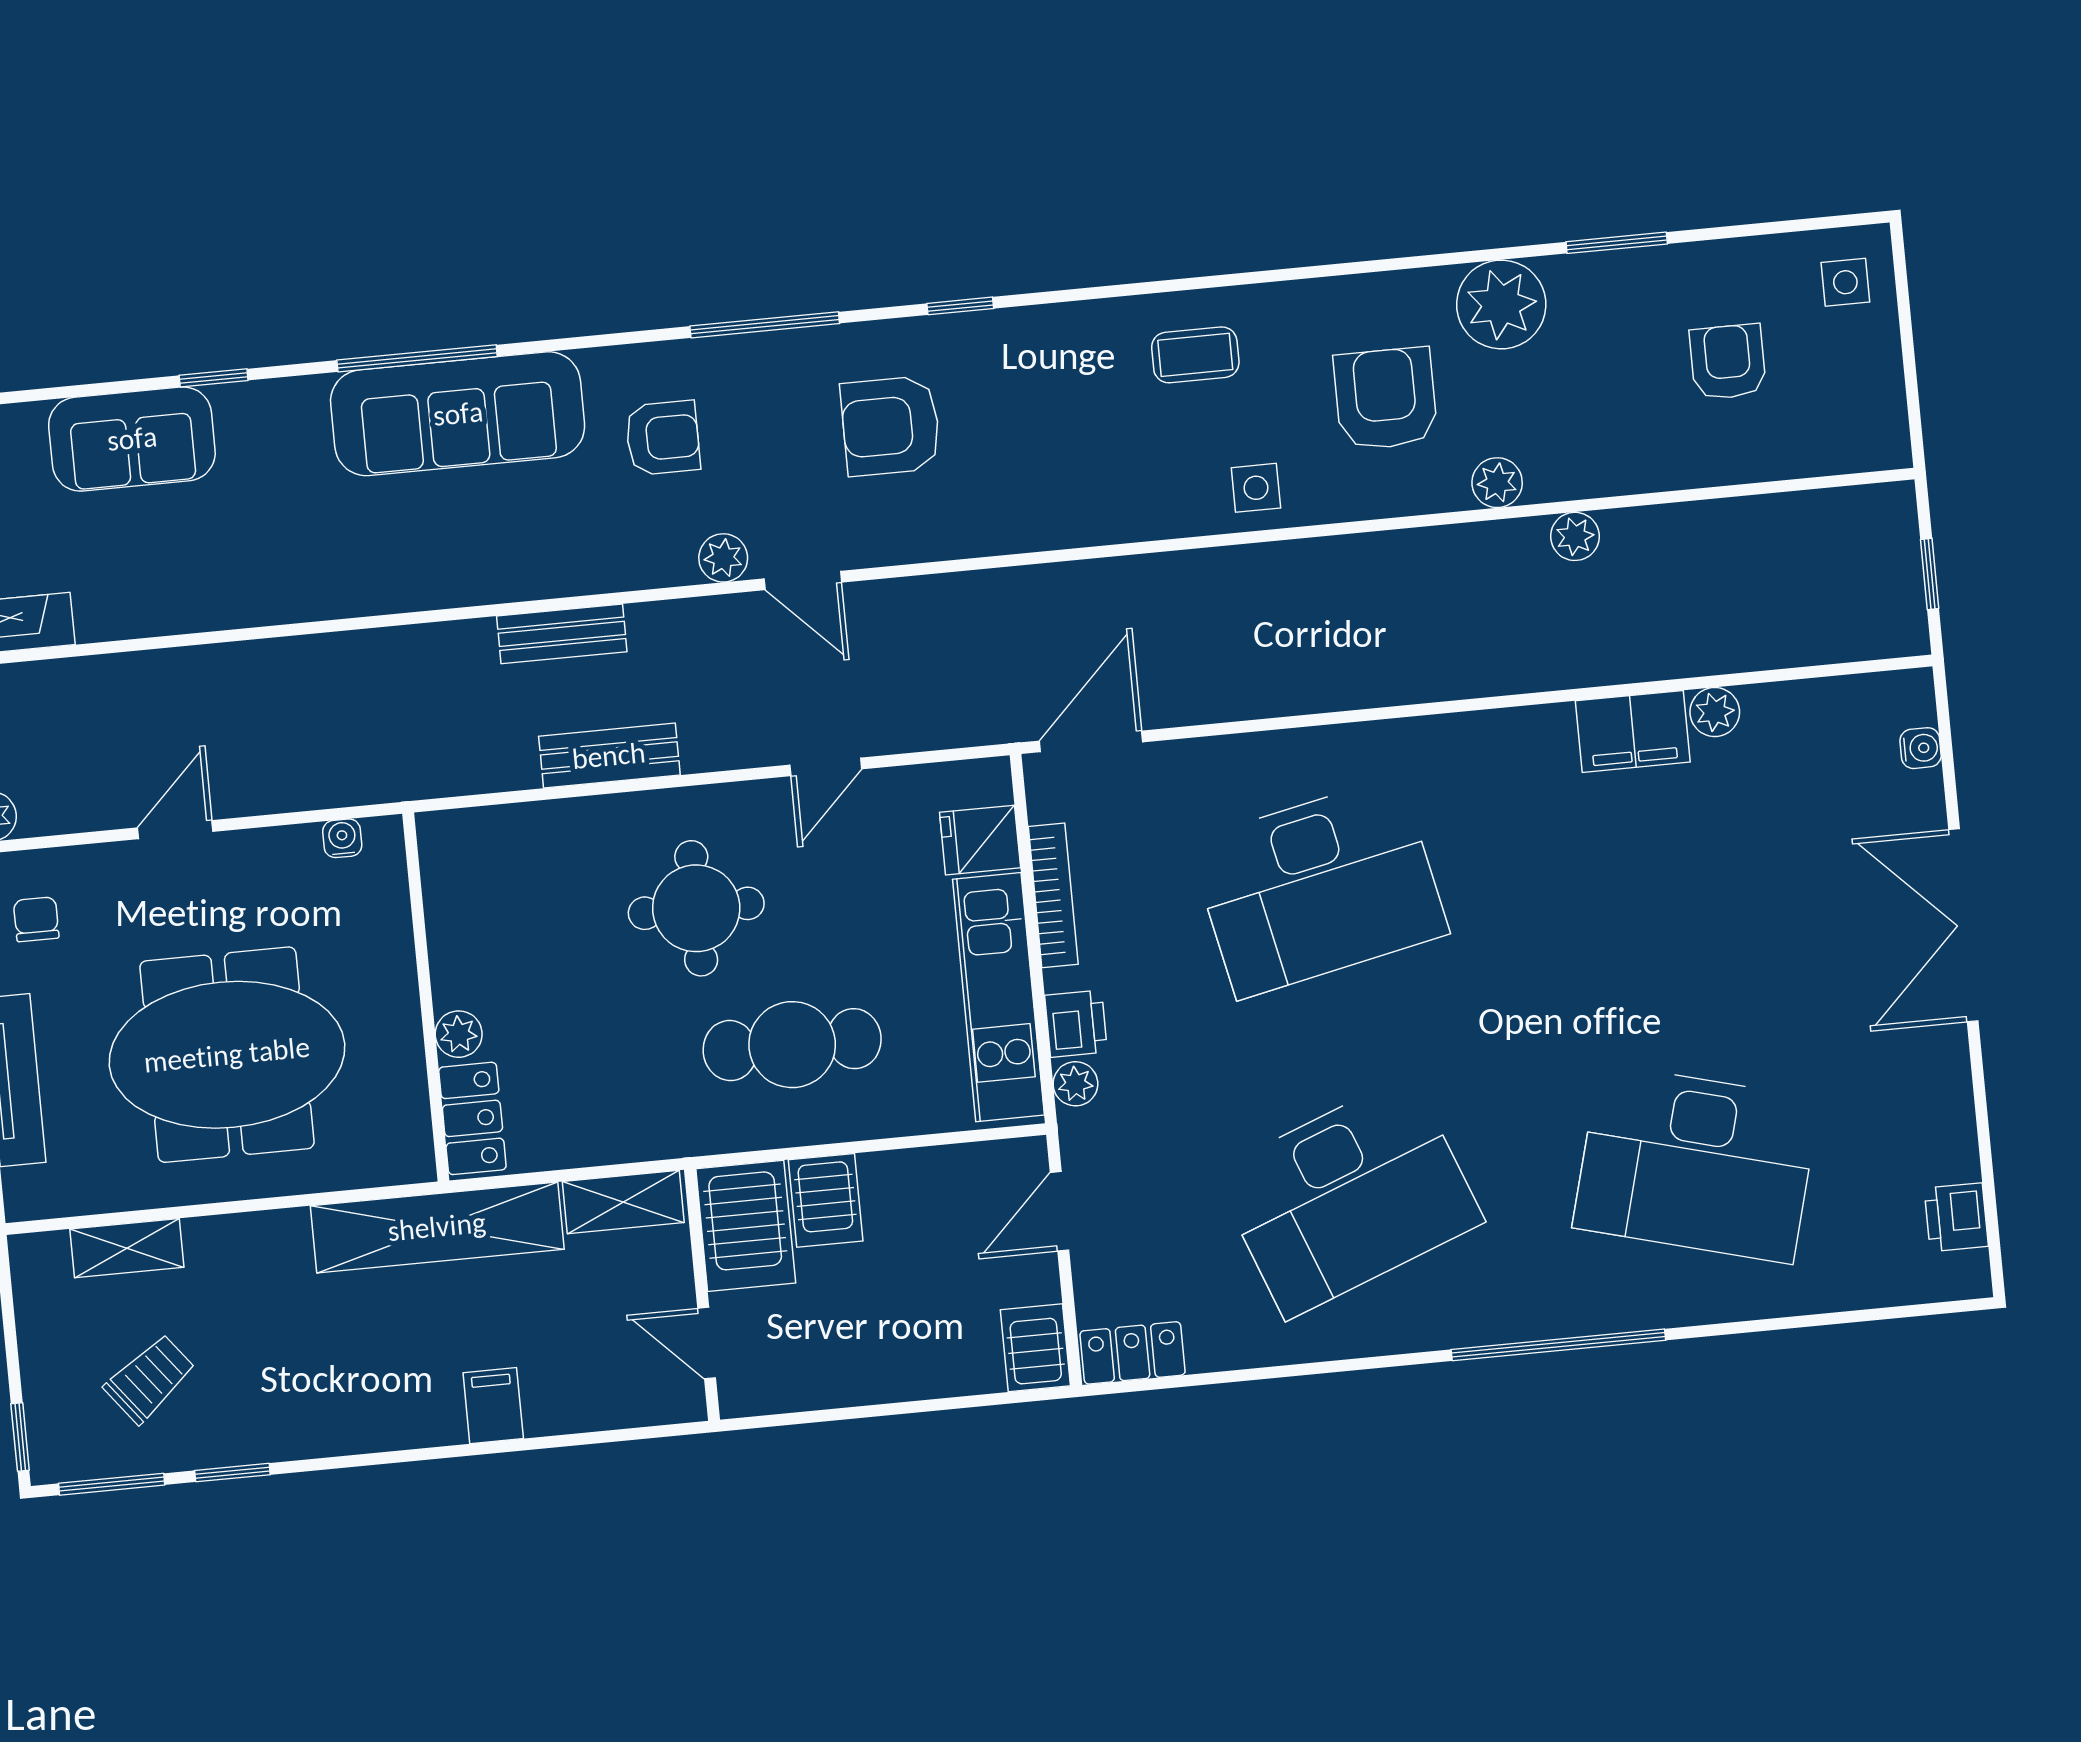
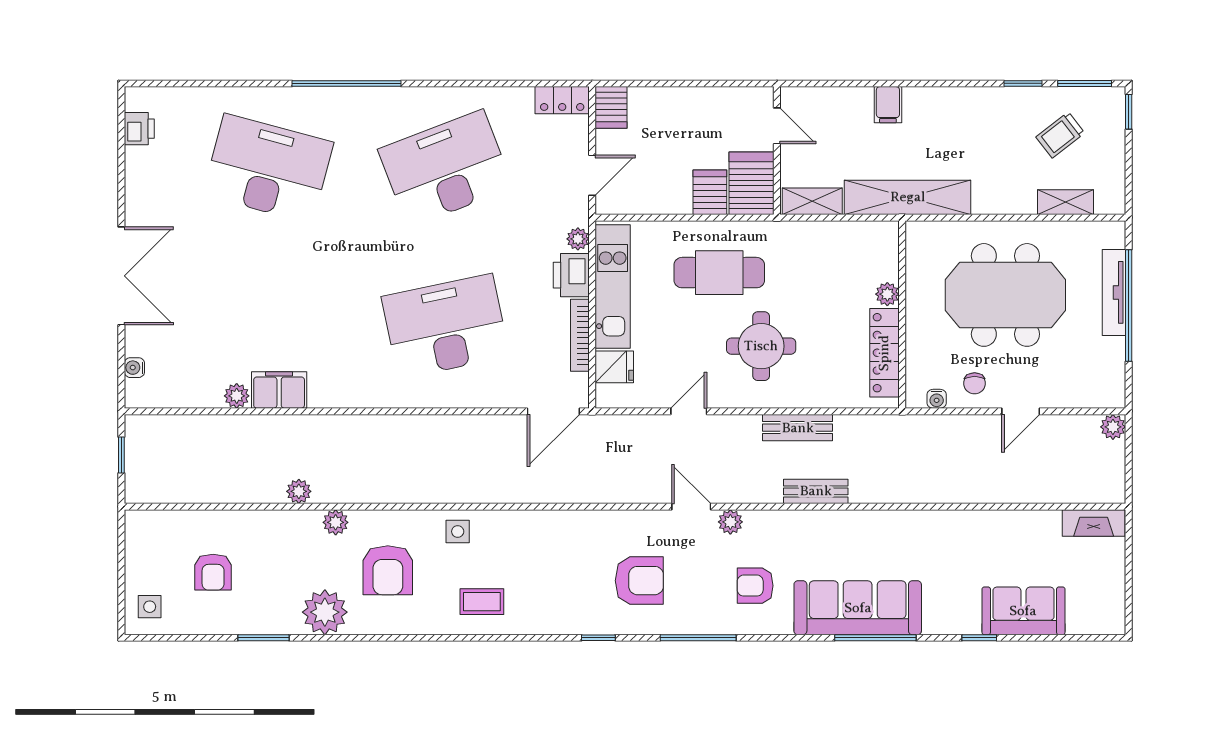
chair: (36, 919) -> (975, 383), moved
printer: (1076, 1024) -> (571, 275), width x1.36, depth x1.24
locker: (472, 1118) -> (884, 353), moved, width x1.53

